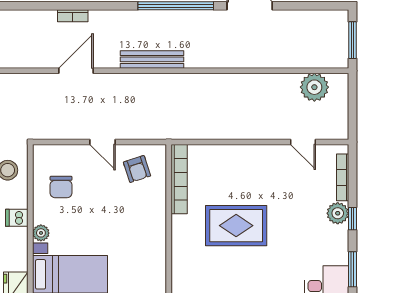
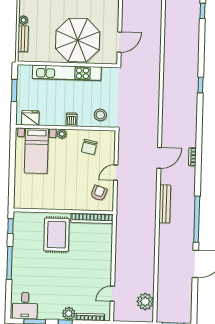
door: (76, 71) -> (159, 158), hinge flipped
armchair: (137, 169) -> (99, 193), turned 127
chair: (61, 187) -> (89, 147), turned -78
rug: (236, 226) -> (57, 235), moved

